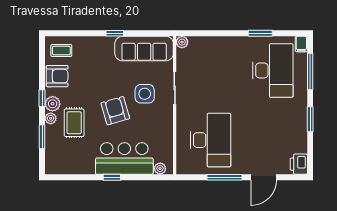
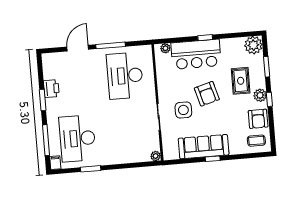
sofa: (144, 49) -> (204, 147), moved
armchair: (57, 76) -> (258, 119), turned -90
plant: (51, 118) -> (253, 45), moved, width x1.88, depth x1.88
printer: (299, 164) -> (51, 89), moved

